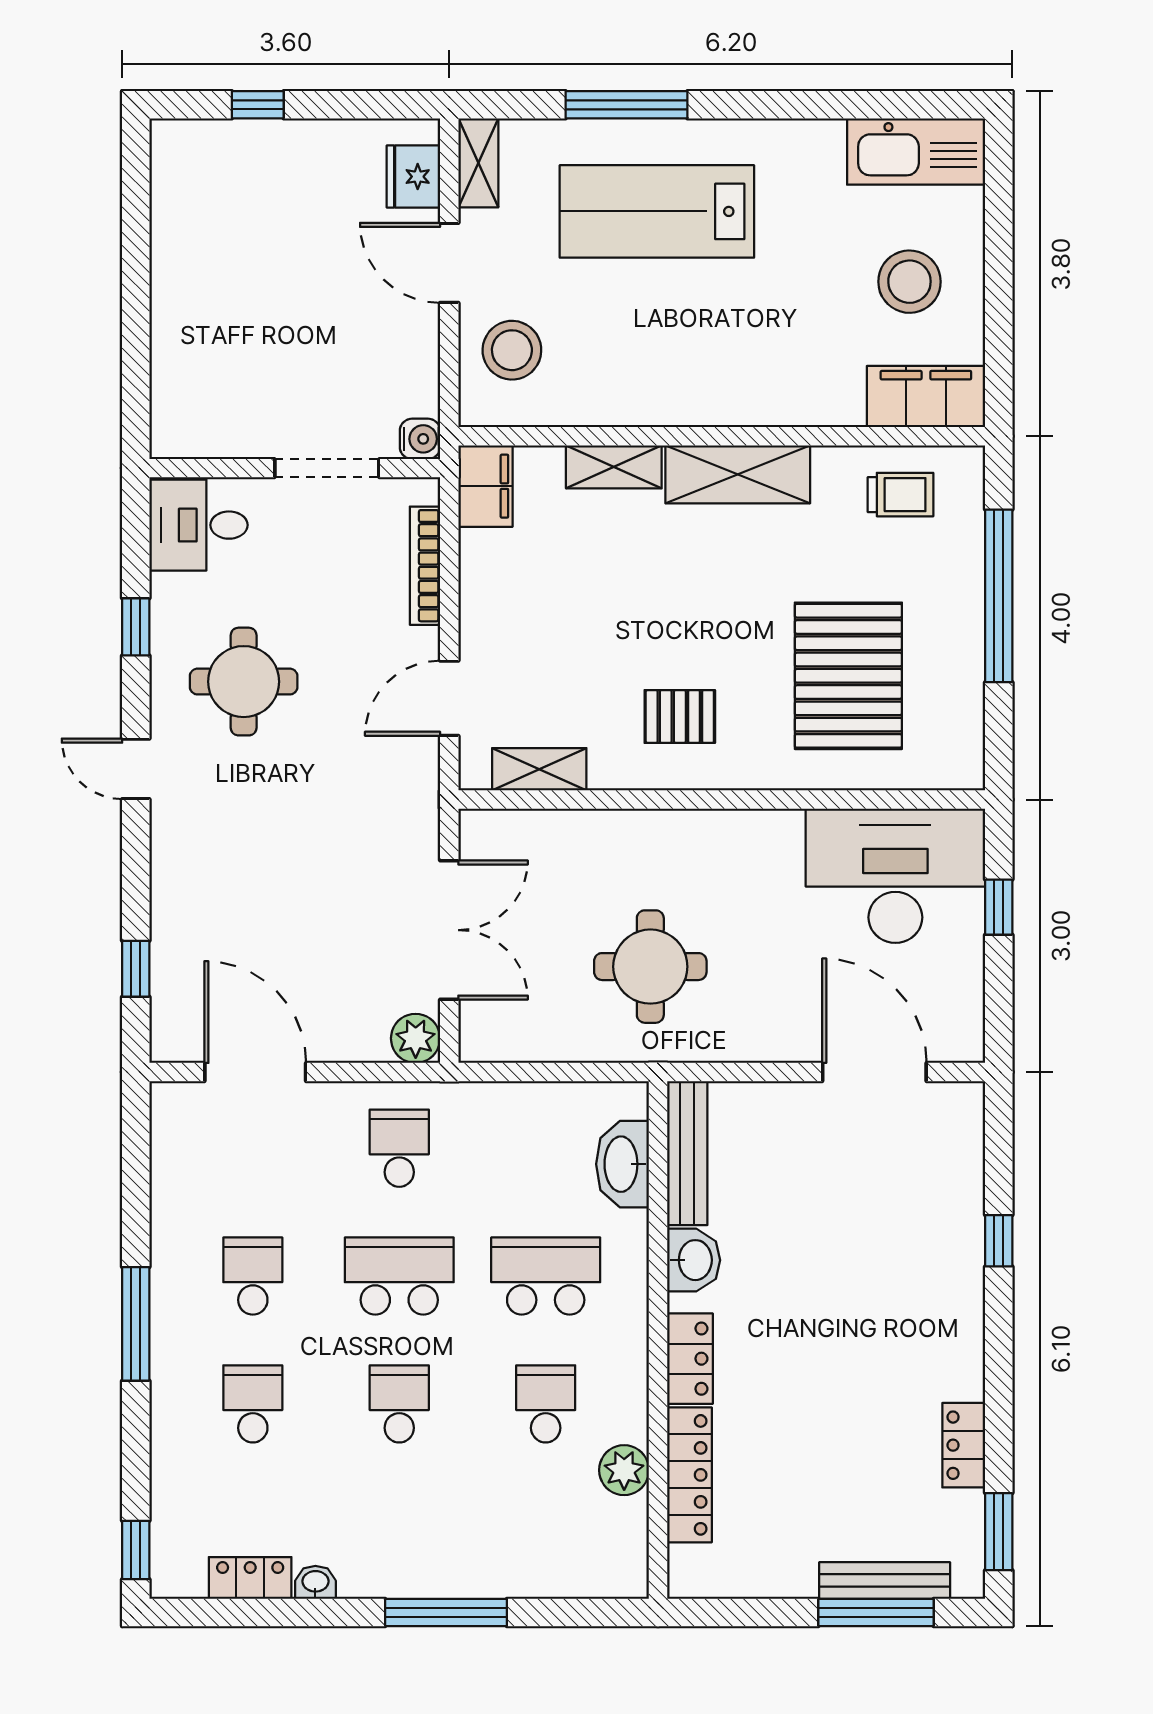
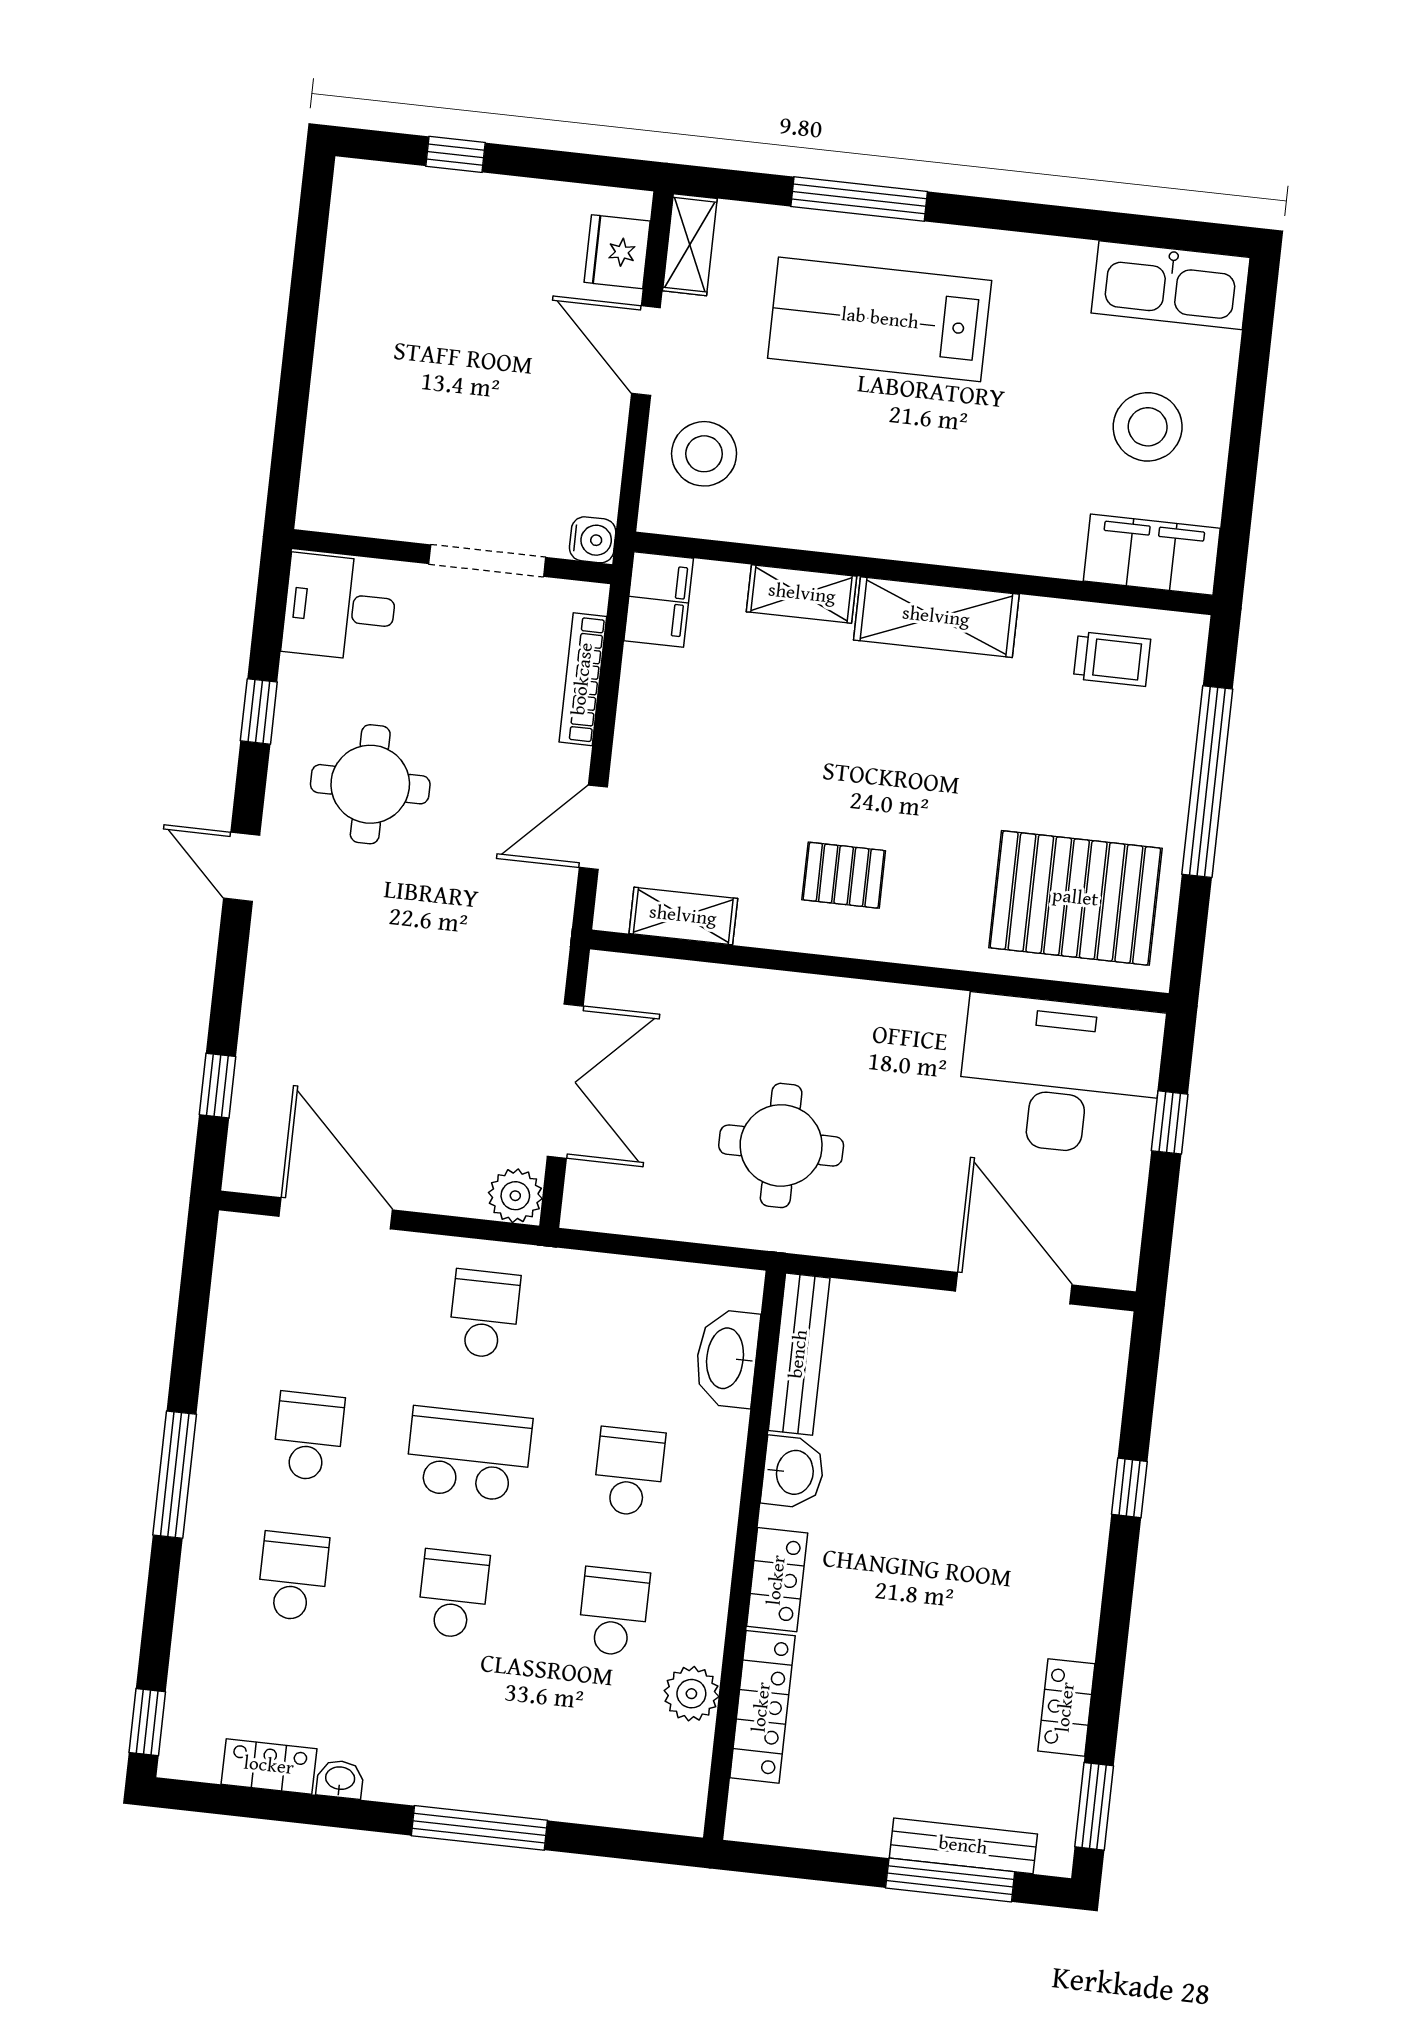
pallet: (848, 676) -> (1075, 898), moved, turned 90
school desk: (546, 1276) -> (629, 1472), width x0.54

